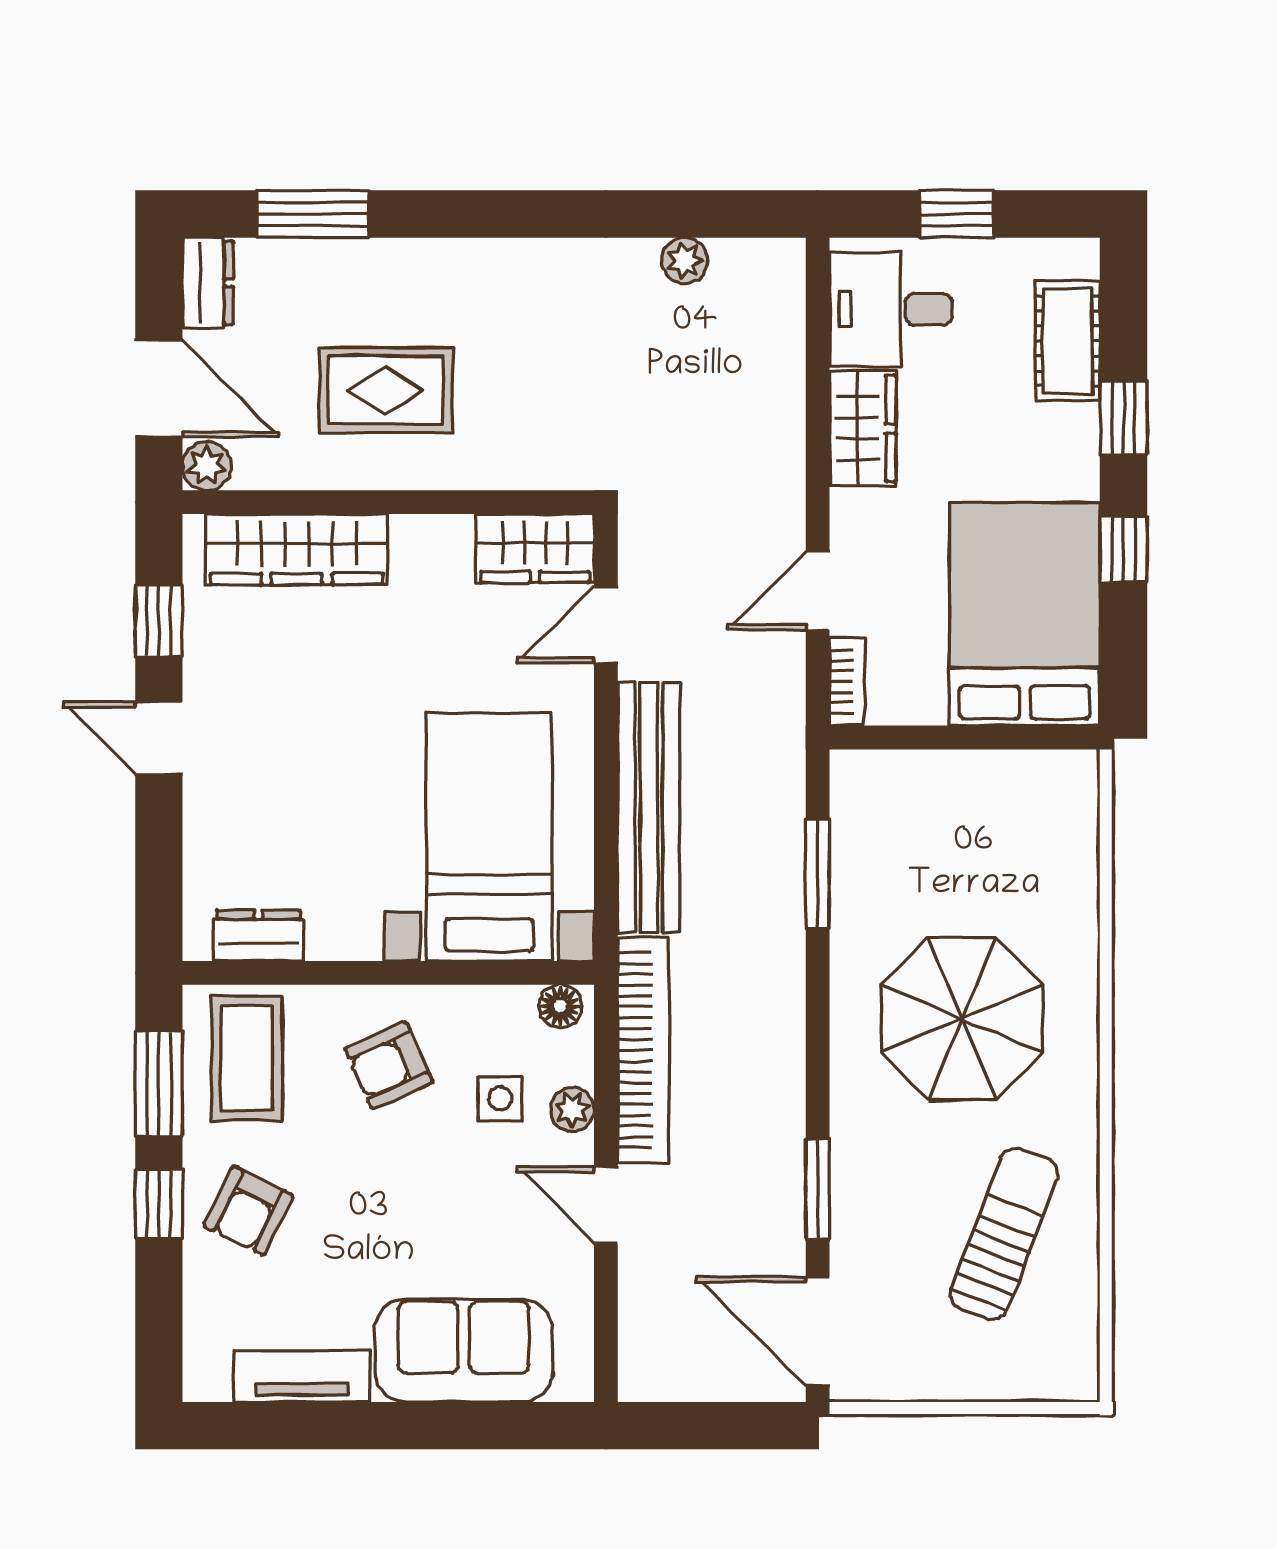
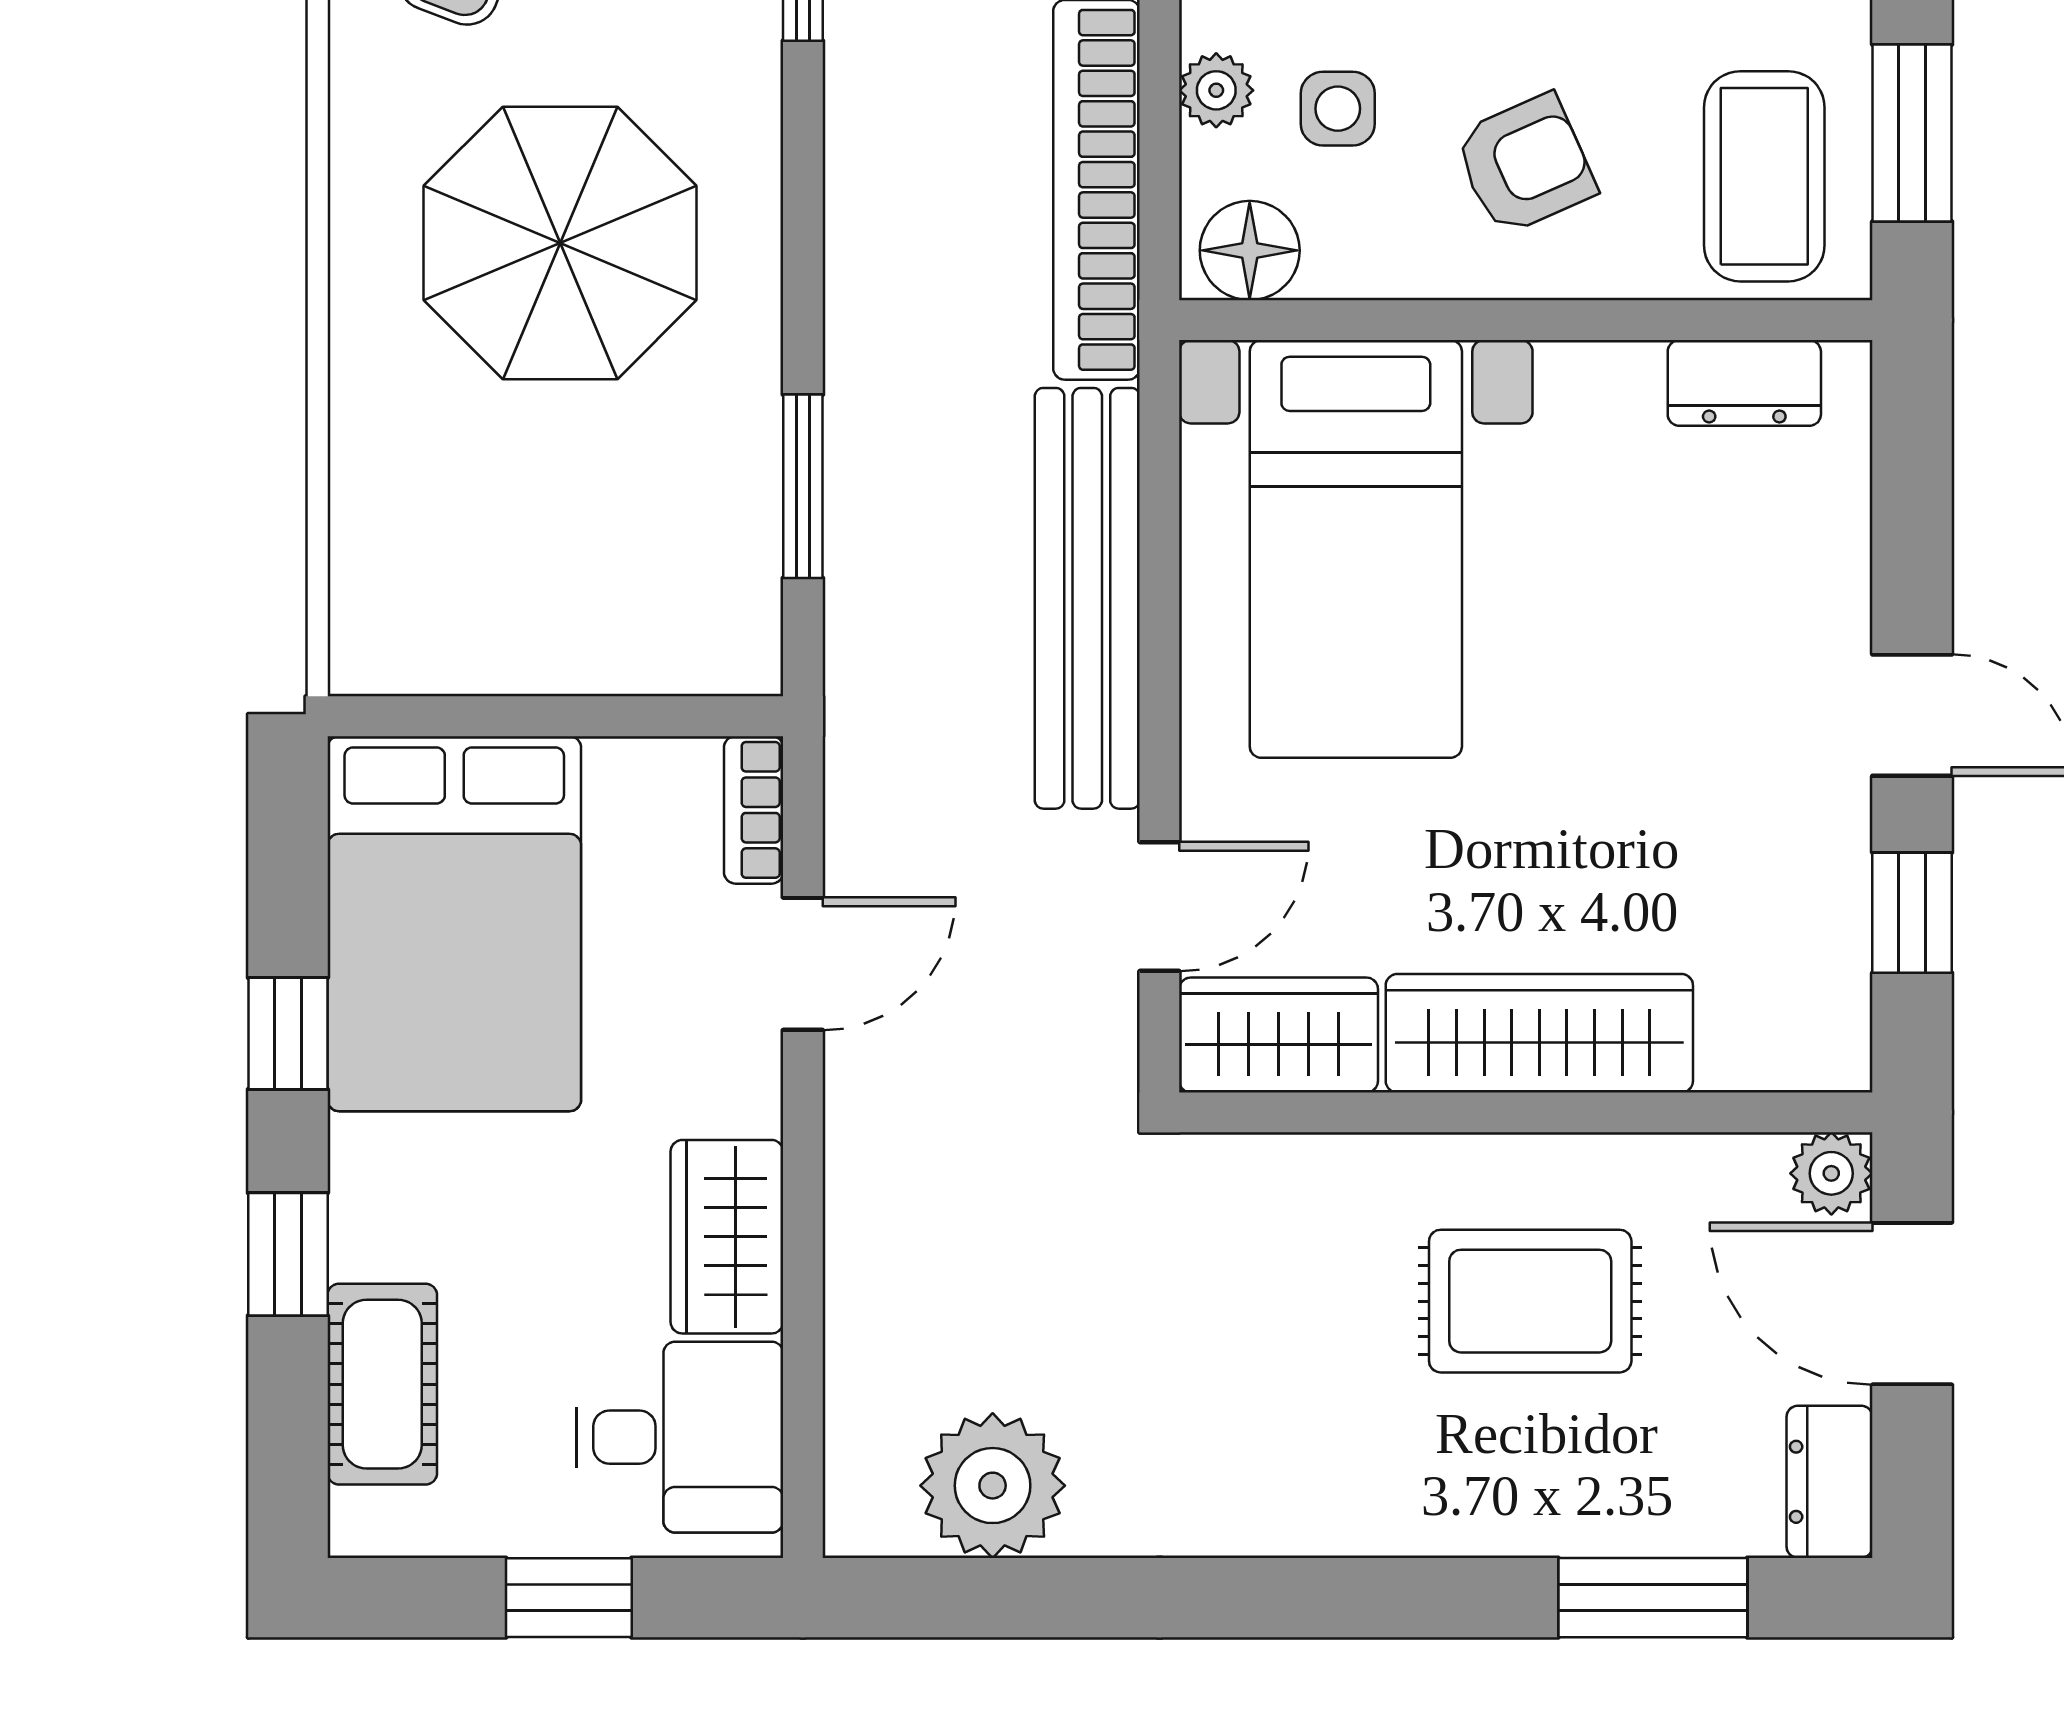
plant: (685, 260) -> (993, 1486), width x1.88, depth x1.88
wardrobe: (297, 549) -> (1539, 1033), moved
floor lamp: (560, 1006) -> (1250, 250), width x1.37, depth x1.37

